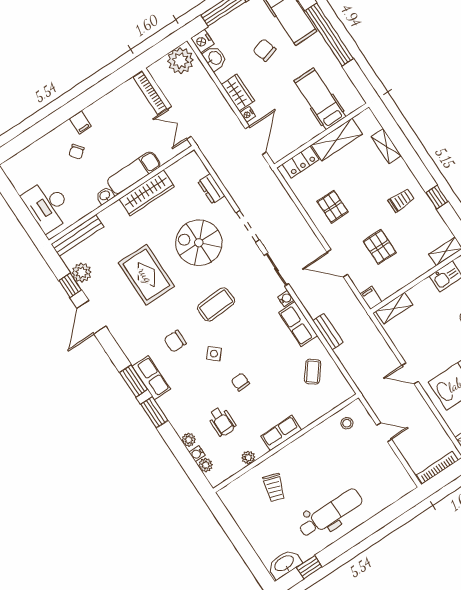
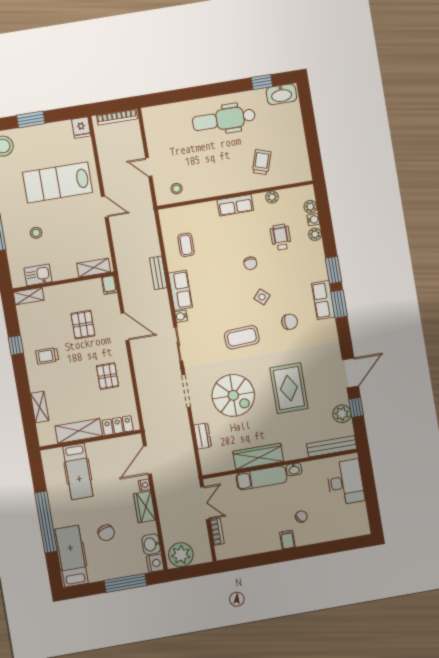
bookcase: (150, 93) -> (217, 532), width x0.64
coffee table: (313, 372) -> (186, 245), turned -38

